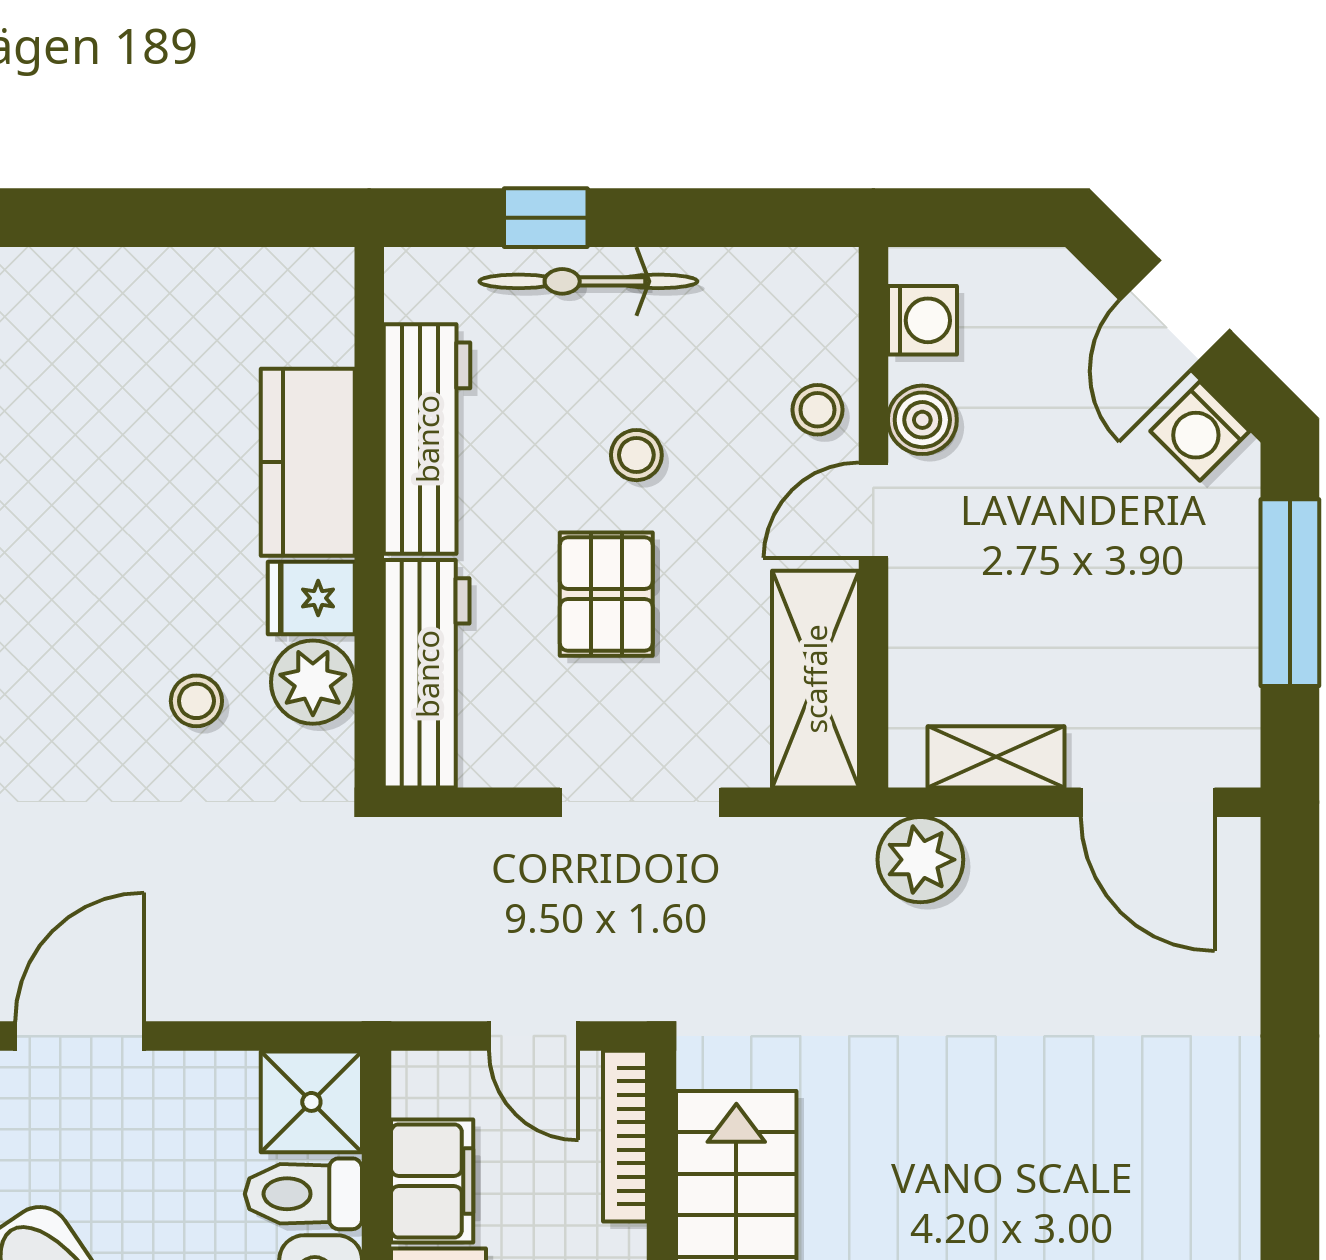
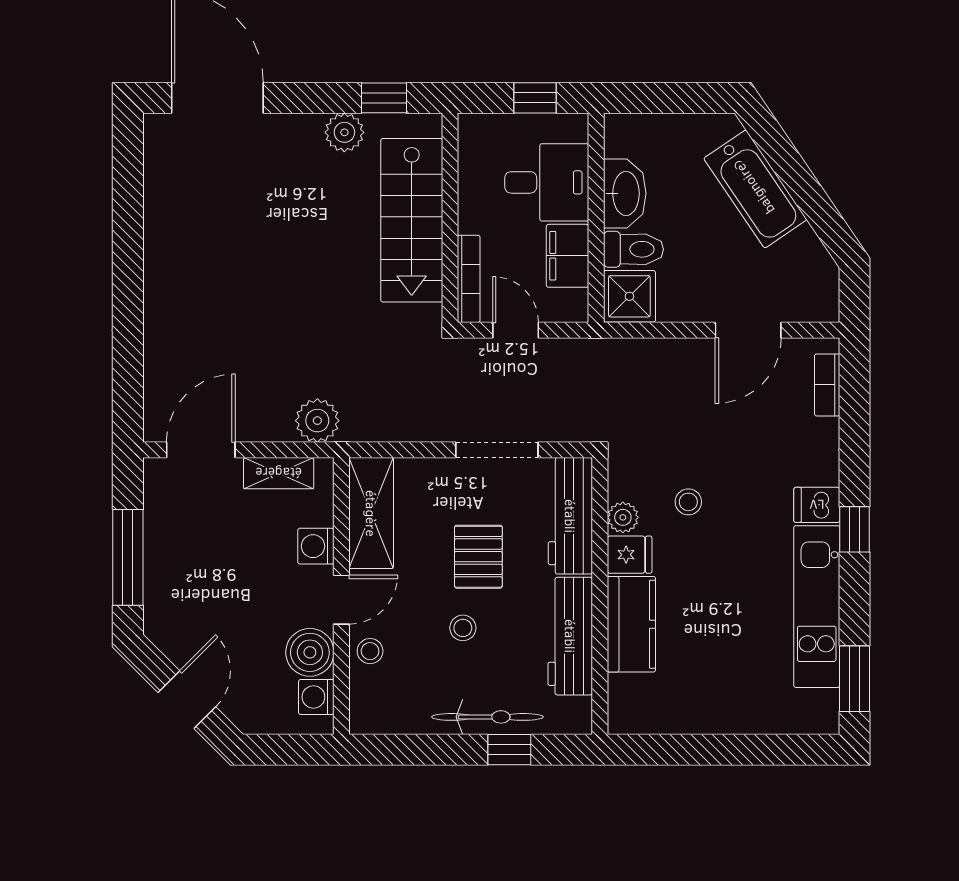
boiler: (922, 420) -> (310, 652), width x1.36, depth x1.36
washing machine: (1200, 431) -> (316, 546), moved, turned -135
plant: (313, 682) -> (623, 517), width x0.73, depth x0.73
doorway: (640, 802) -> (497, 450), moved
door: (1148, 802) -> (201, 450), hinge flipped

